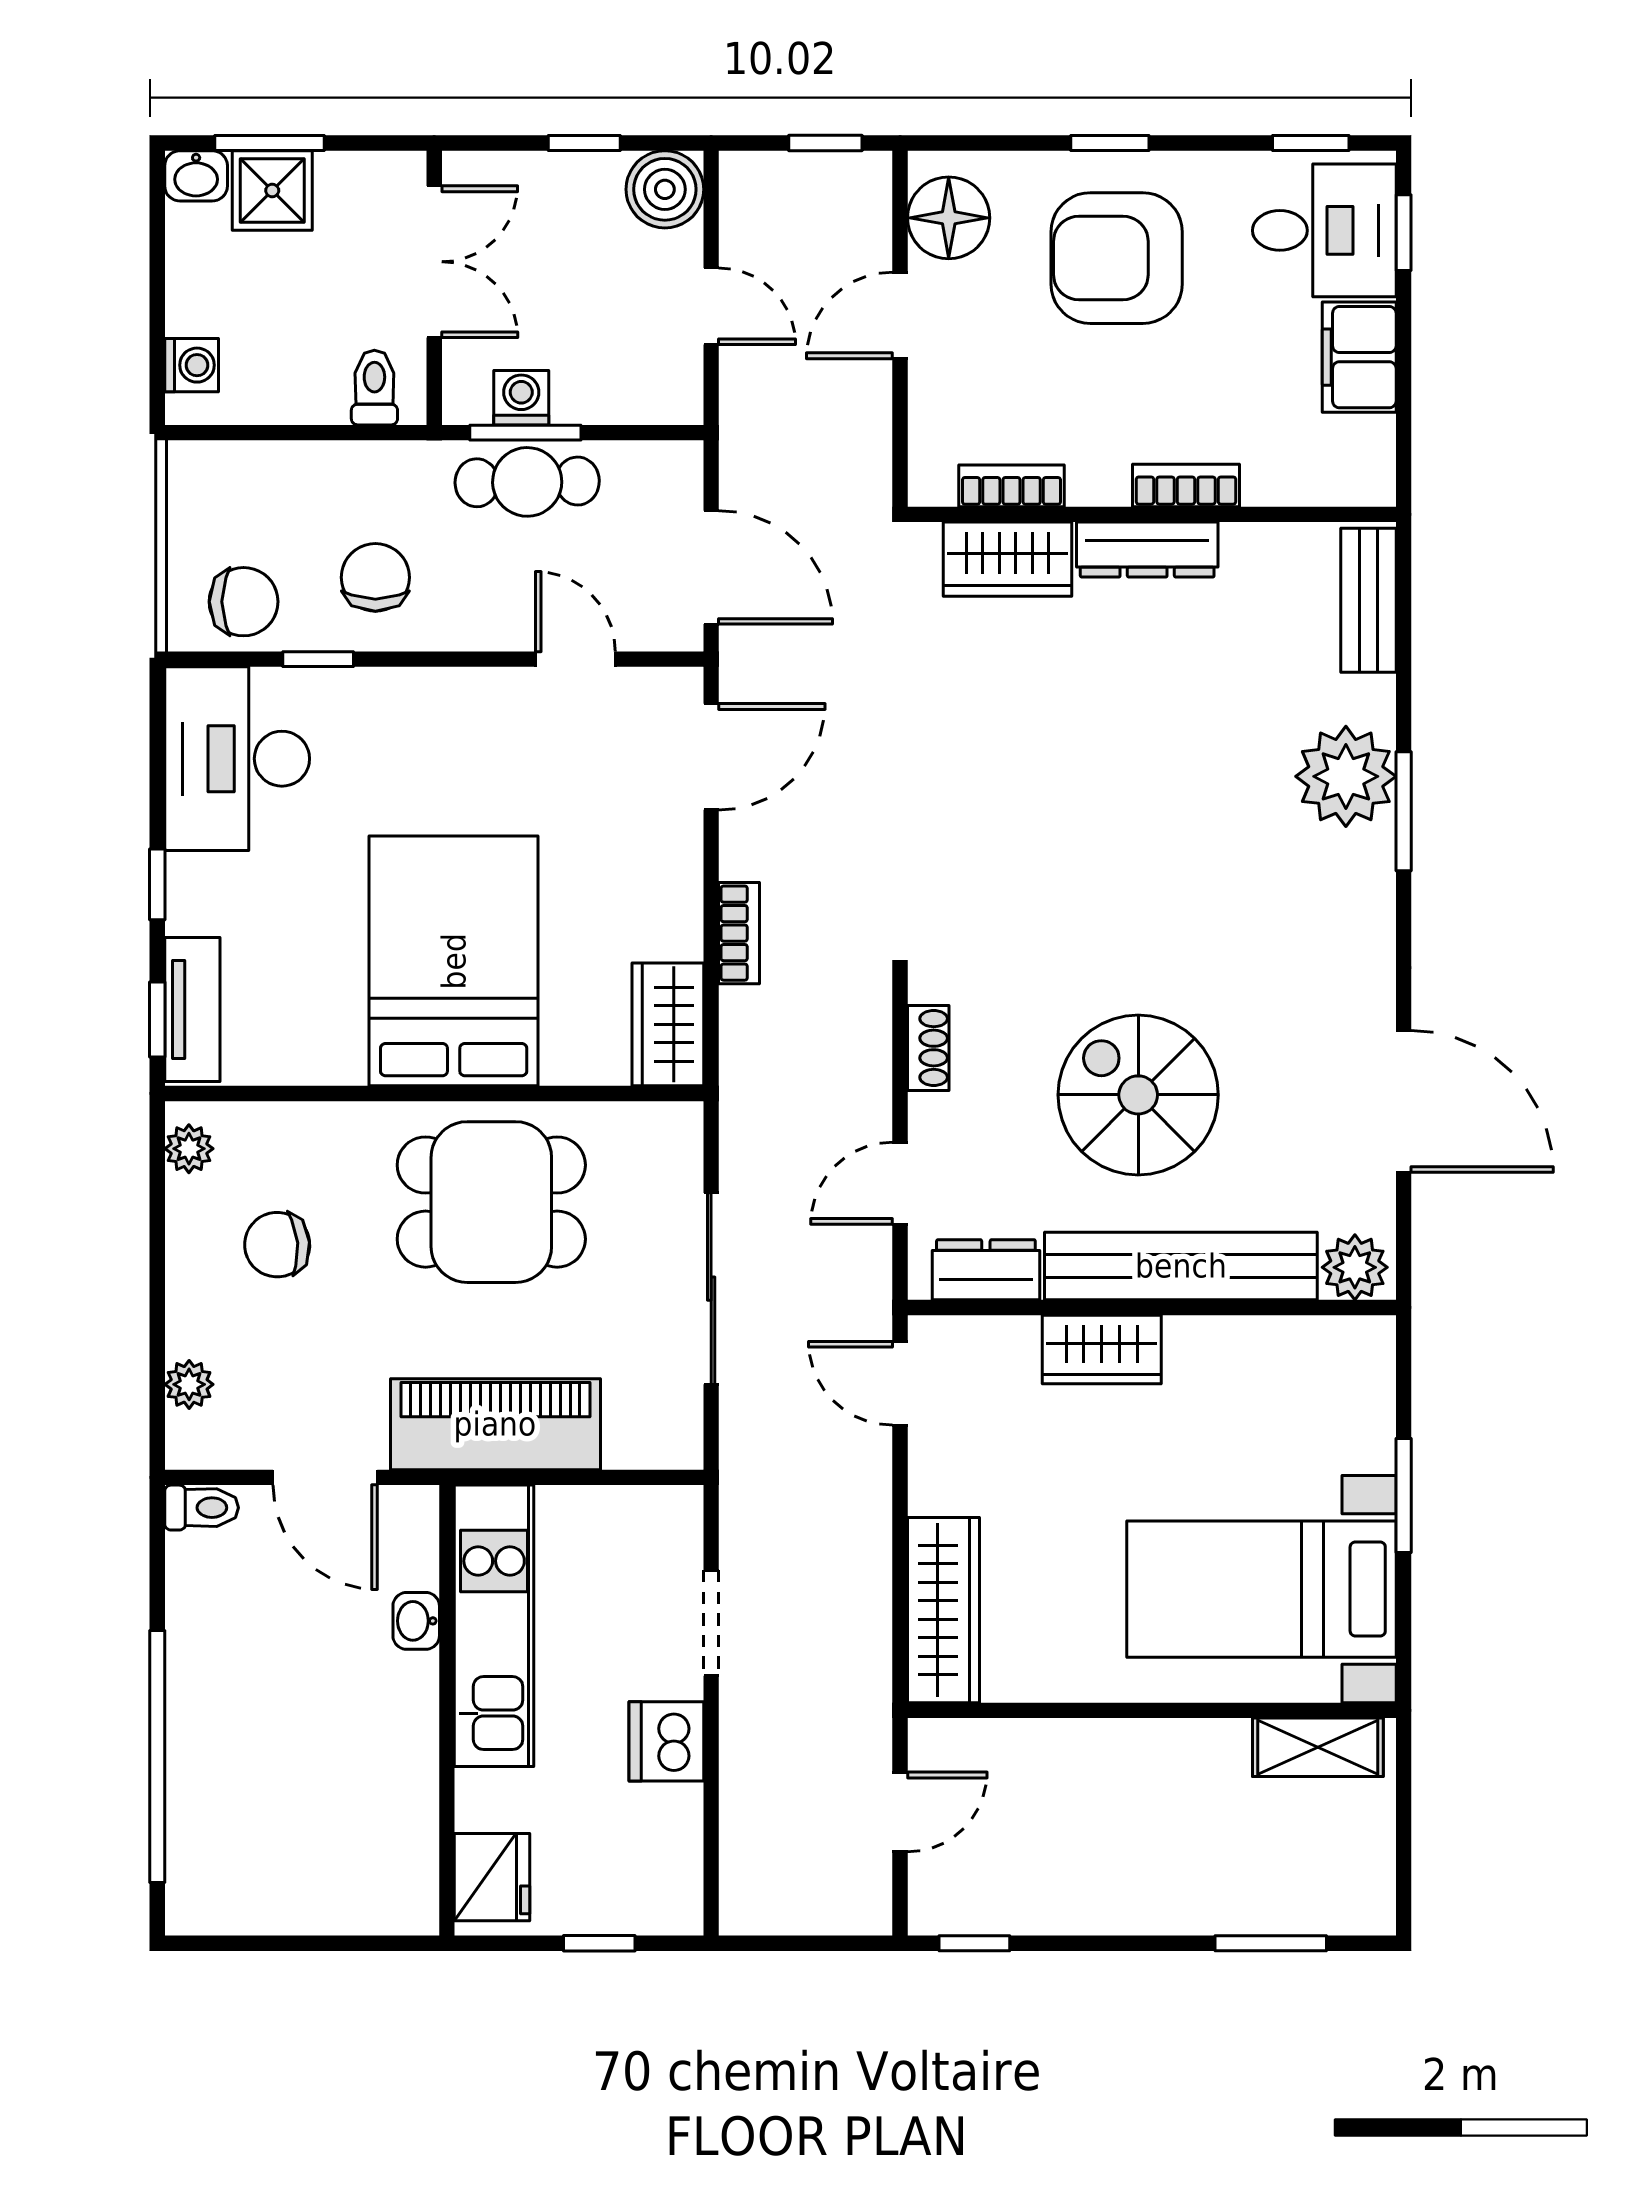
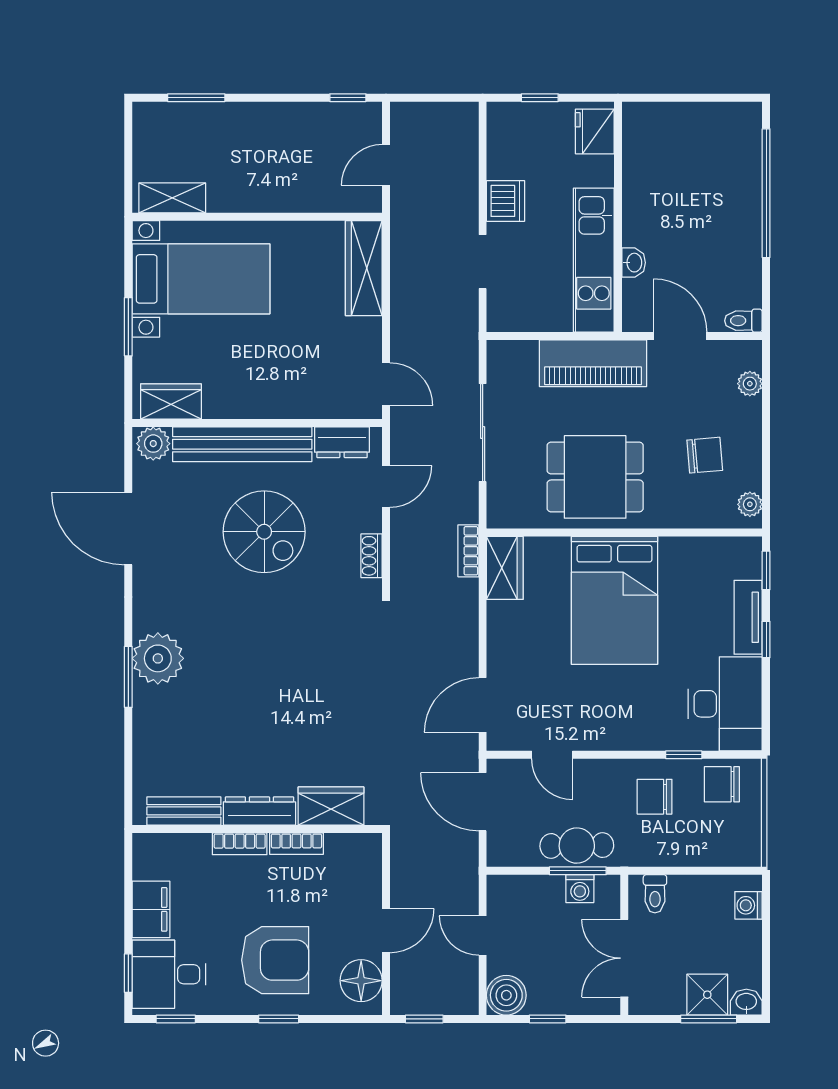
bookcase: (1011, 486) -> (296, 844), moved
chair: (375, 577) -> (655, 797), turned 90
bench: (1368, 600) -> (184, 811), moved, turned 90
plant: (1346, 776) -> (158, 658), moved
bookcase: (739, 933) -> (468, 551), moved
tv unit: (192, 1010) -> (748, 617), moved
wardrobe: (1102, 1349) -> (171, 402), moved

